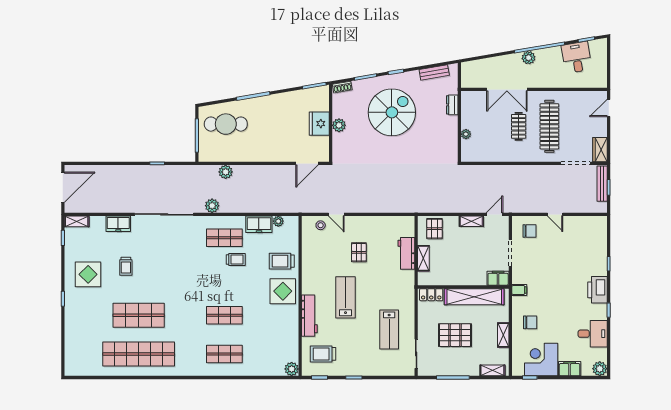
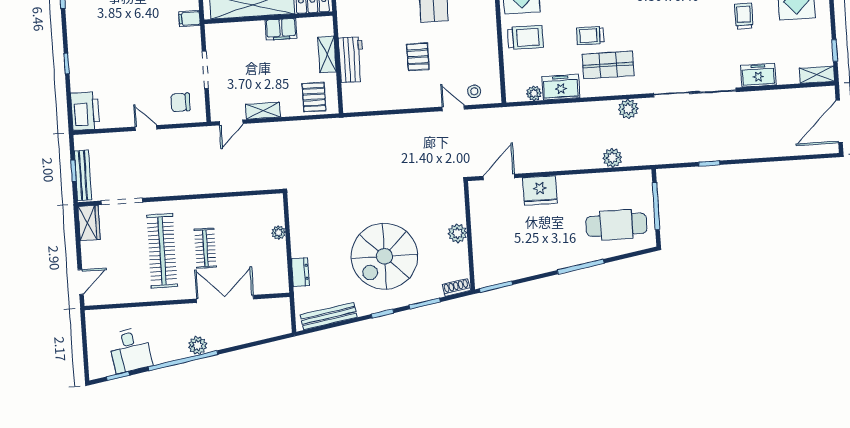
bench: (434, 72) -> (329, 316), width x1.36
fridge: (319, 124) -> (540, 191), moved, turned 90
filing cabinet: (498, 278) -> (281, 29), moved
printer: (597, 290) -> (85, 111), moved

